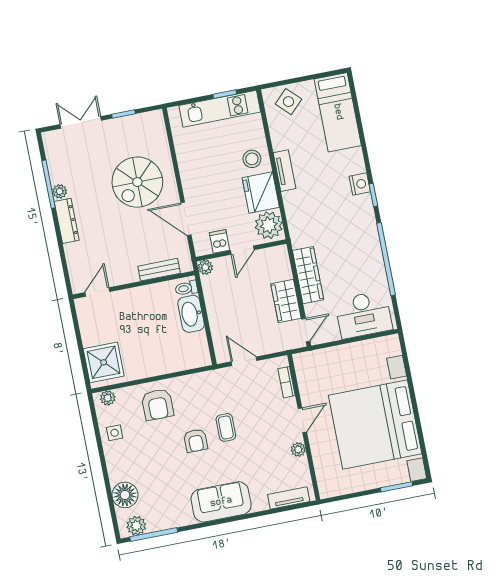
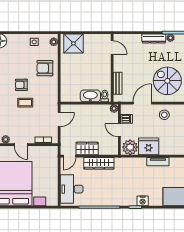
stool: (252, 159) -> (164, 115), moved
door: (306, 330) -> (69, 156), hinge flipped

